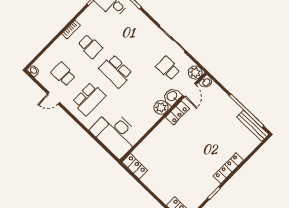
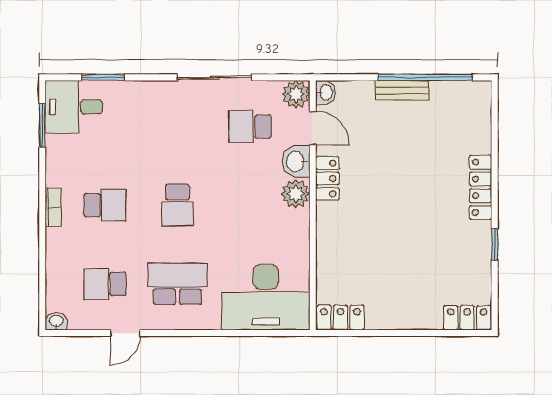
school desk: (116, 71) -> (178, 205), width x0.54
school desk: (89, 99) -> (178, 284), turned -90
bench: (253, 126) -> (402, 90), moved, width x0.73

